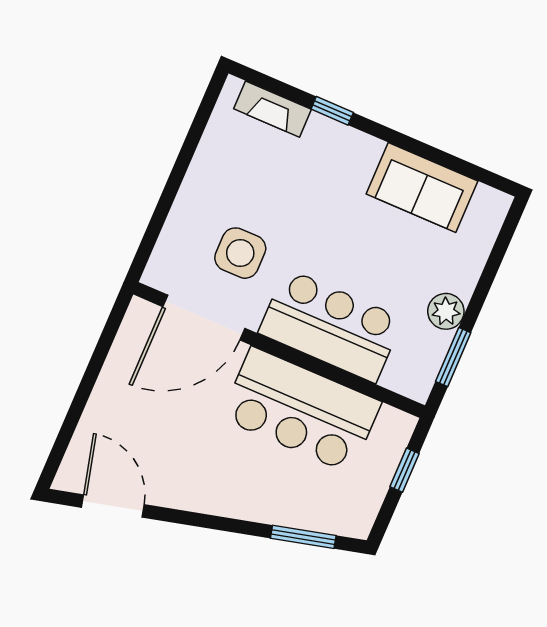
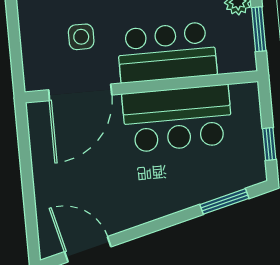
side table: (240, 253) -> (81, 37), width x0.73, depth x0.73
window: (404, 470) -> (269, 144), moved

